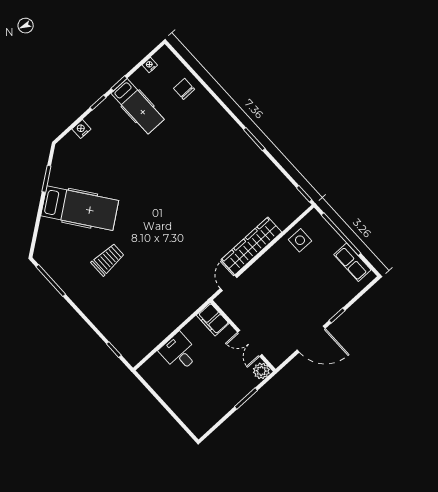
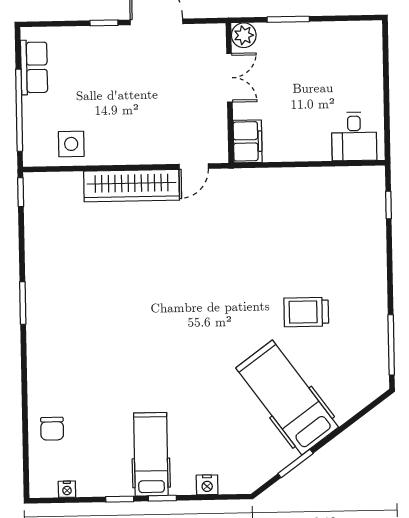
hospital bed: (138, 106) -> (151, 454), moved
desk: (179, 352) -> (354, 136), moved

